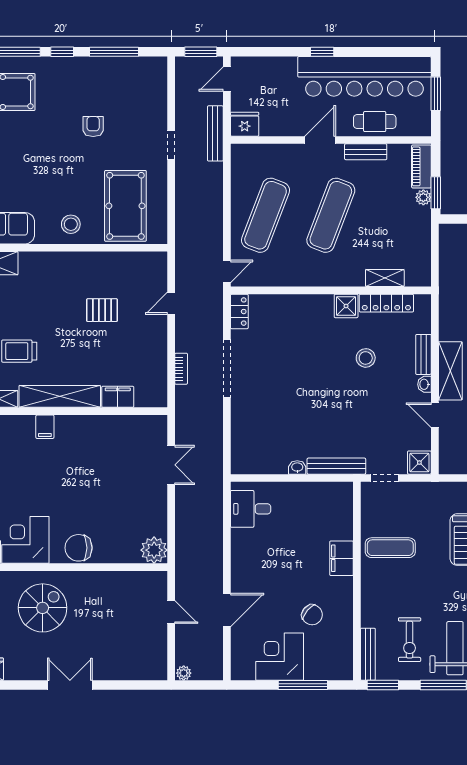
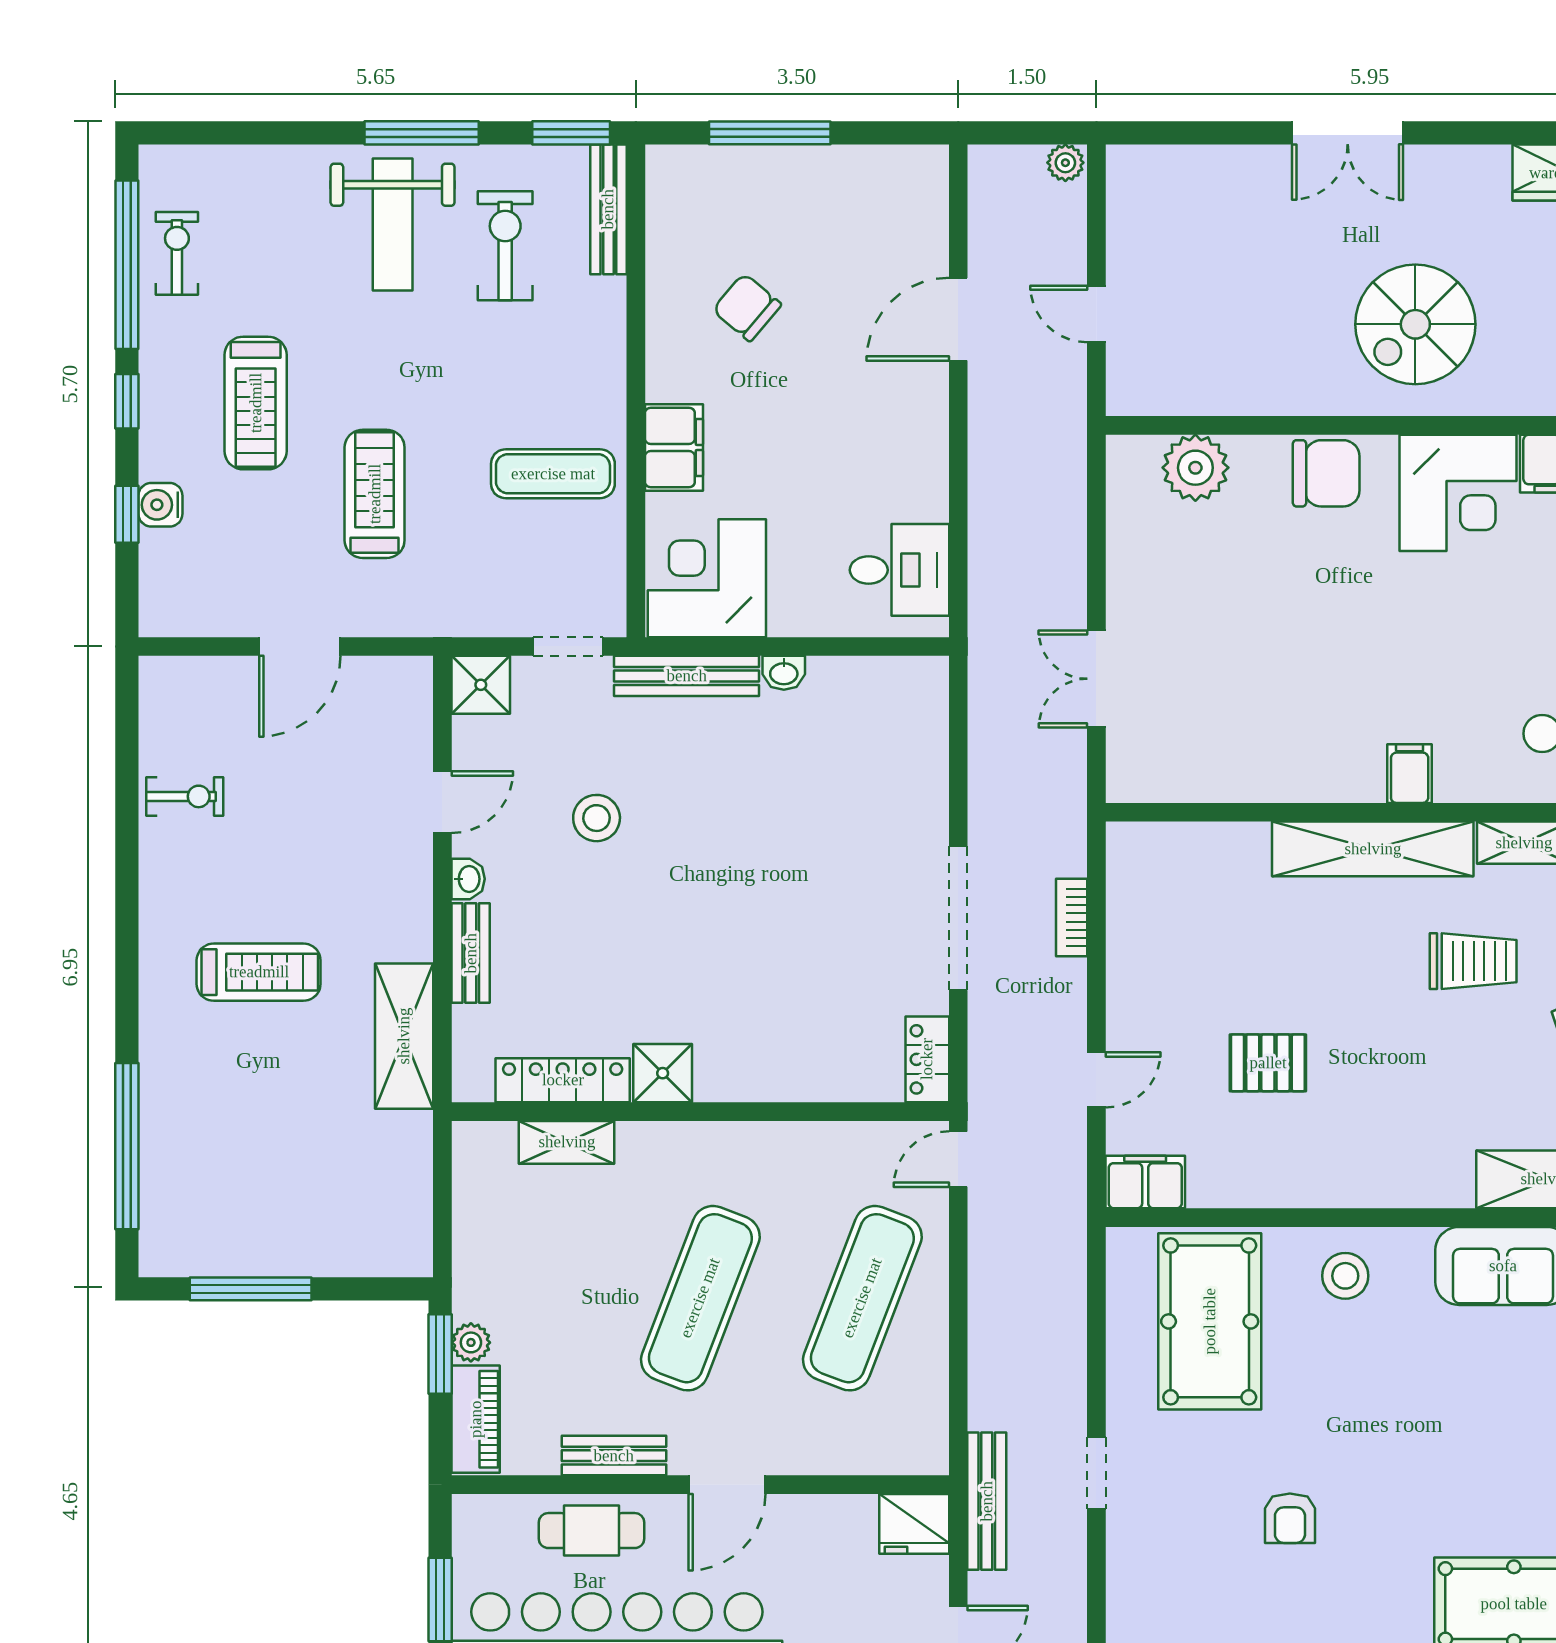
stool: (366, 358) -> (597, 818), moved
shelving: (450, 371) -> (404, 1036), moved
filing cabinet: (118, 397) -> (1145, 1182), moved, turned 180
door: (435, 415) -> (442, 802), hinge flipped
plant: (154, 550) -> (1195, 468), moved
corner desk: (280, 657) -> (707, 578), moved, turned 180

